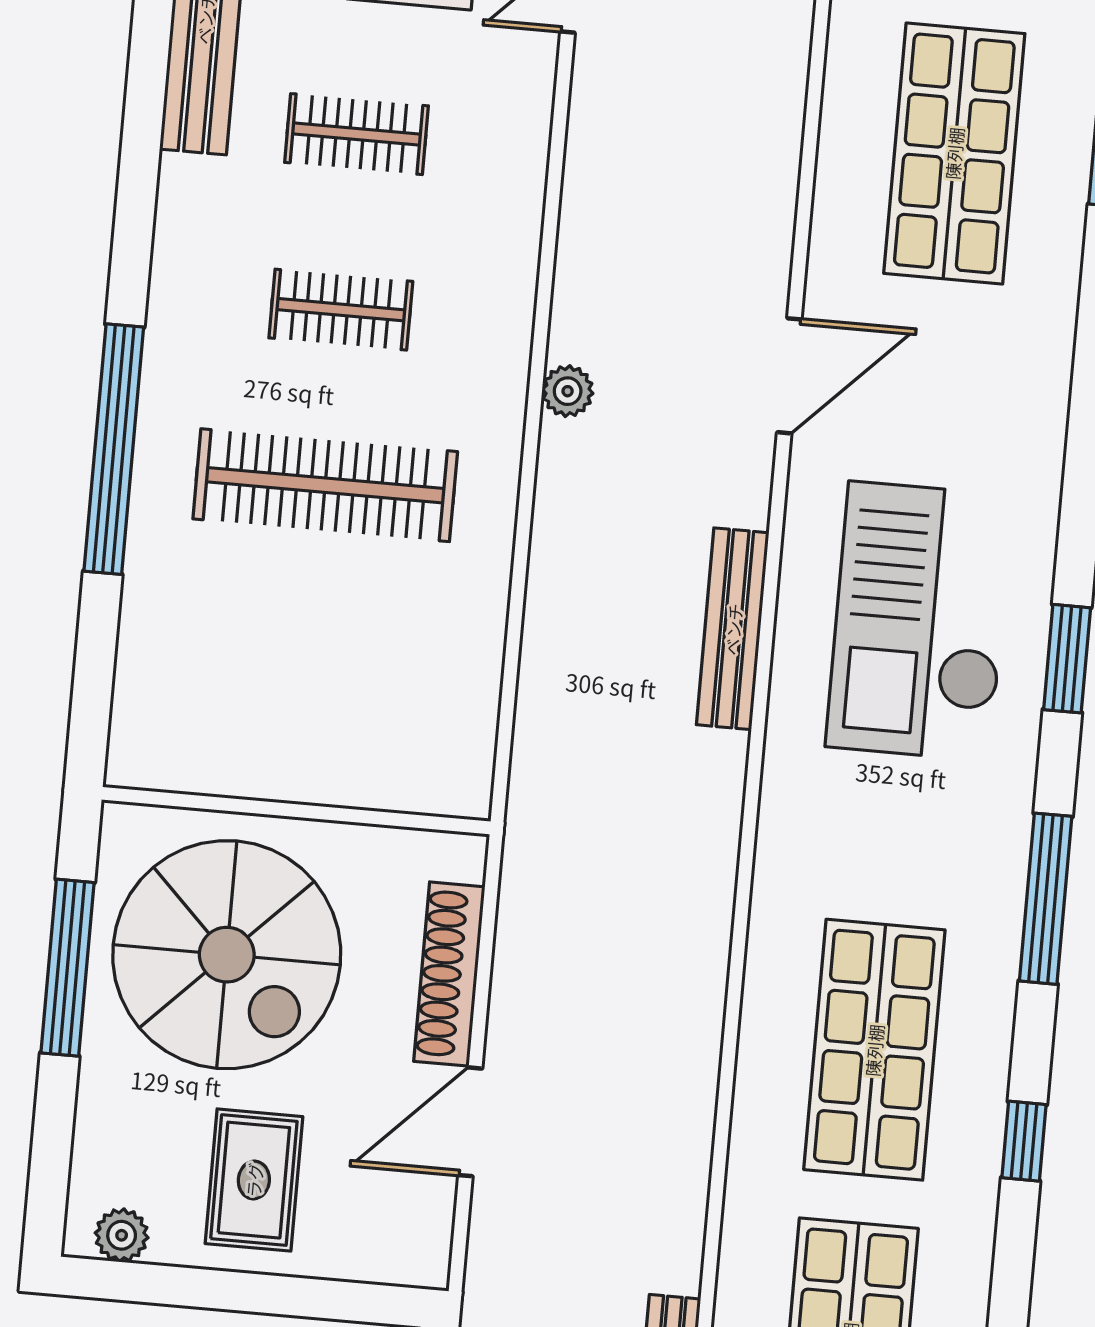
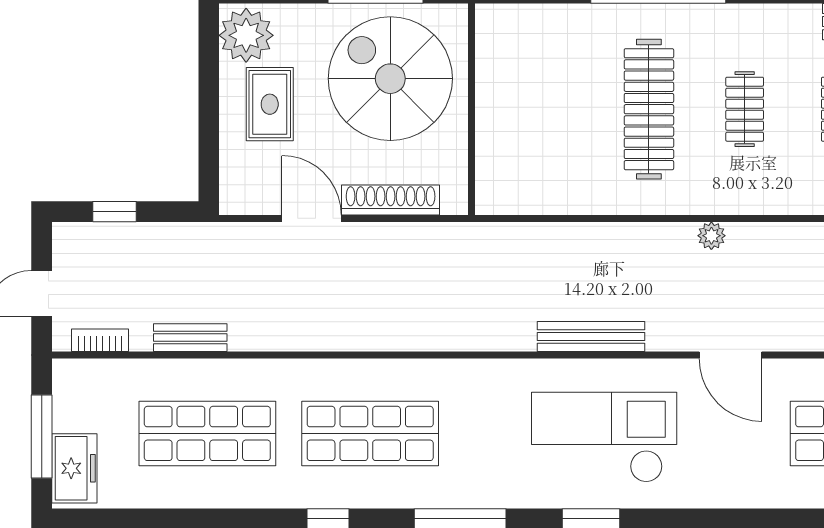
spiral stairs: (227, 955) -> (390, 79), turned 90
rug: (254, 1180) -> (270, 104), turned 90
plant: (122, 1235) -> (246, 35), width x1.87, depth x1.87

